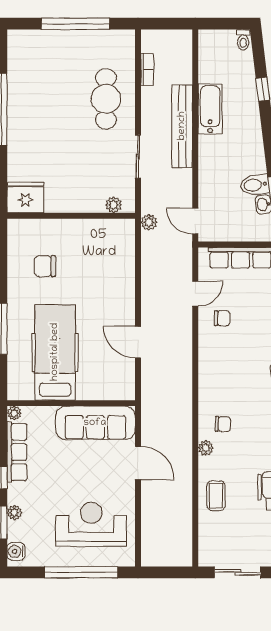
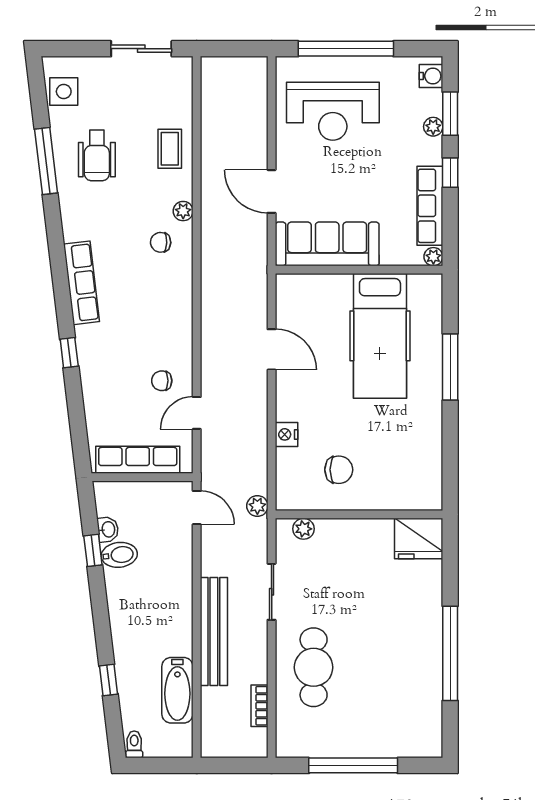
bathtub: (210, 109) -> (177, 690), moved
chair: (45, 266) -> (339, 470), moved
nightstand: (127, 277) -> (286, 434), added

